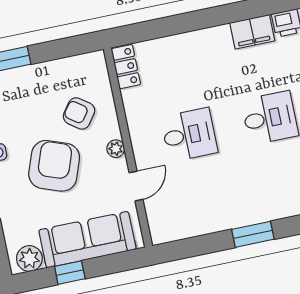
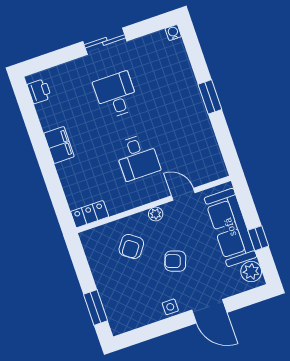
filing cabinet: (252, 32) -> (59, 145), moved
desk: (189, 135) -> (137, 157), turned 180
armchair: (54, 166) -> (175, 261), width x0.53, depth x0.53

